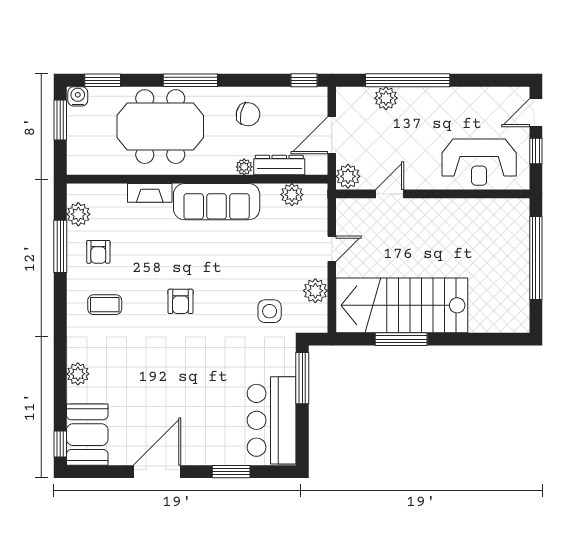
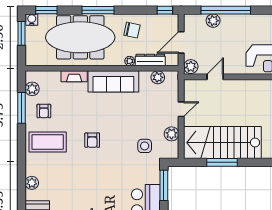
meeting table: (160, 127) -> (80, 37), width x1.36
coffee table: (105, 305) -> (48, 142), width x1.86, depth x1.72

